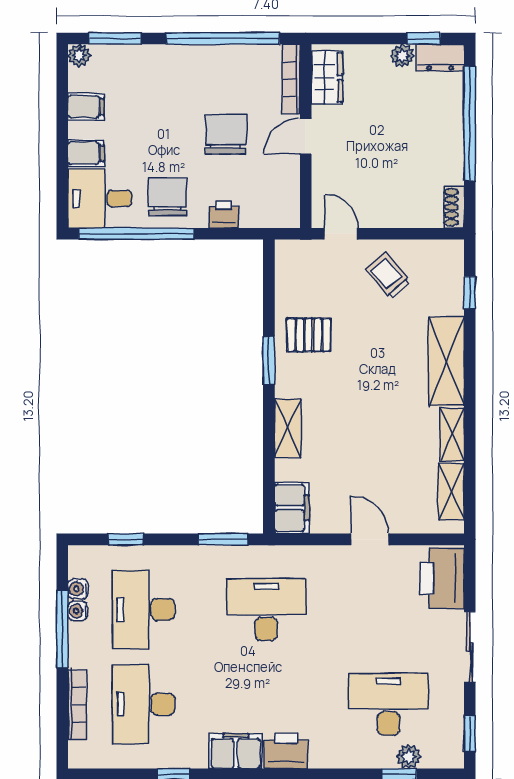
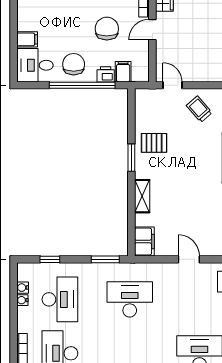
filing cabinet: (86, 107) -> (123, 72), moved, turned -90
window: (136, 234) -> (82, 85), moved
desk: (144, 610) -> (60, 299), turned 180
window: (62, 629) -> (14, 310), removed

